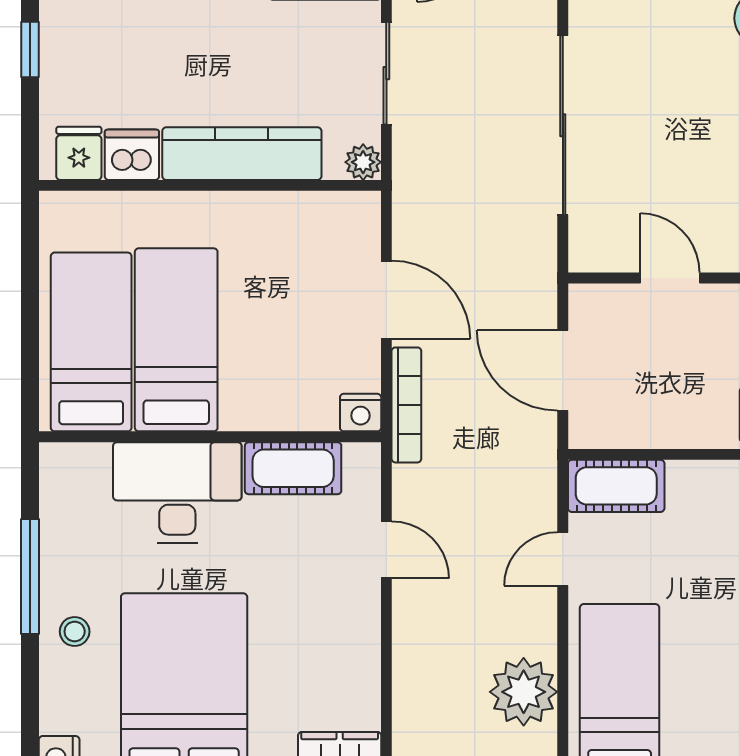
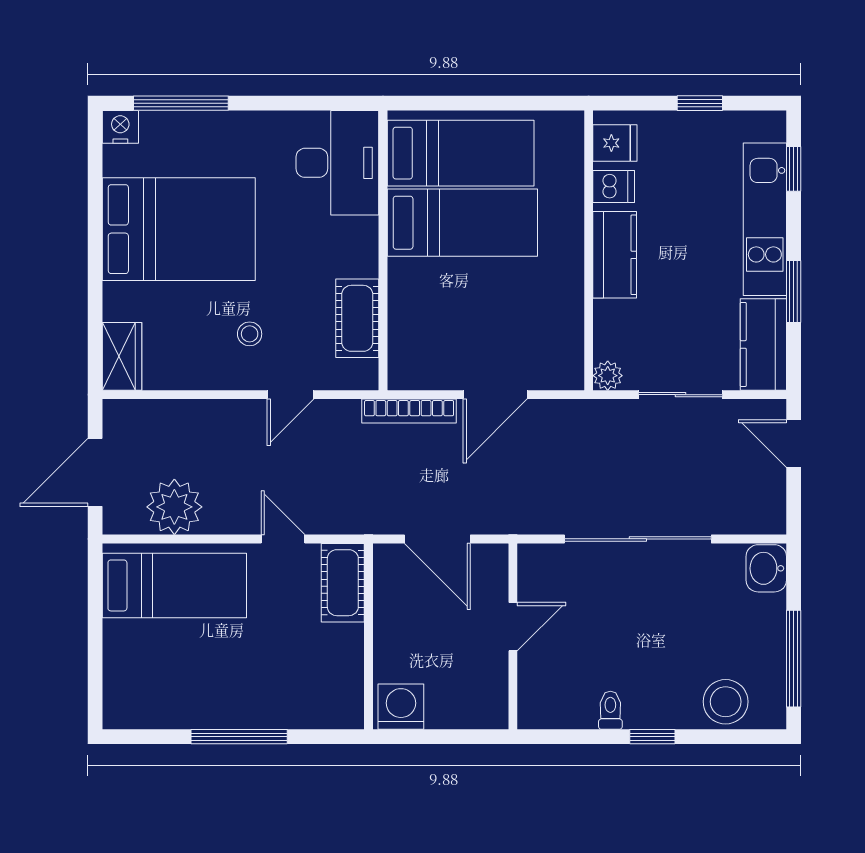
kitchen counter: (242, 154) -> (615, 255), width x0.67
dishwasher: (132, 155) -> (614, 186), width x0.73
door: (563, 370) -> (437, 539), swing flipped
nightstand: (361, 413) -> (403, 374), removed
desk: (177, 492) -> (337, 163), moved
window: (30, 576) -> (181, 103), moved
stool: (75, 632) -> (250, 334), moved

